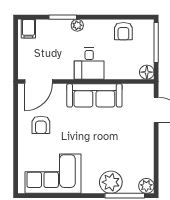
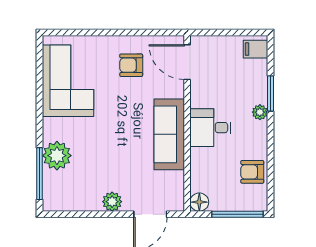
plant: (146, 186) -> (112, 202), moved

